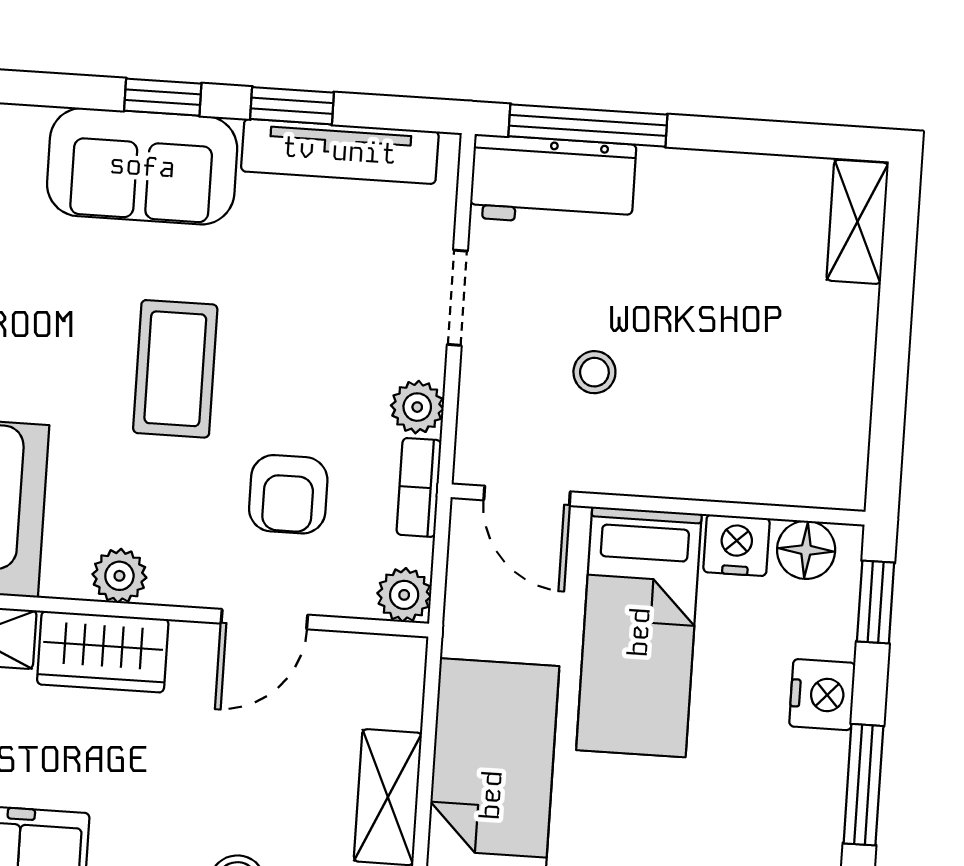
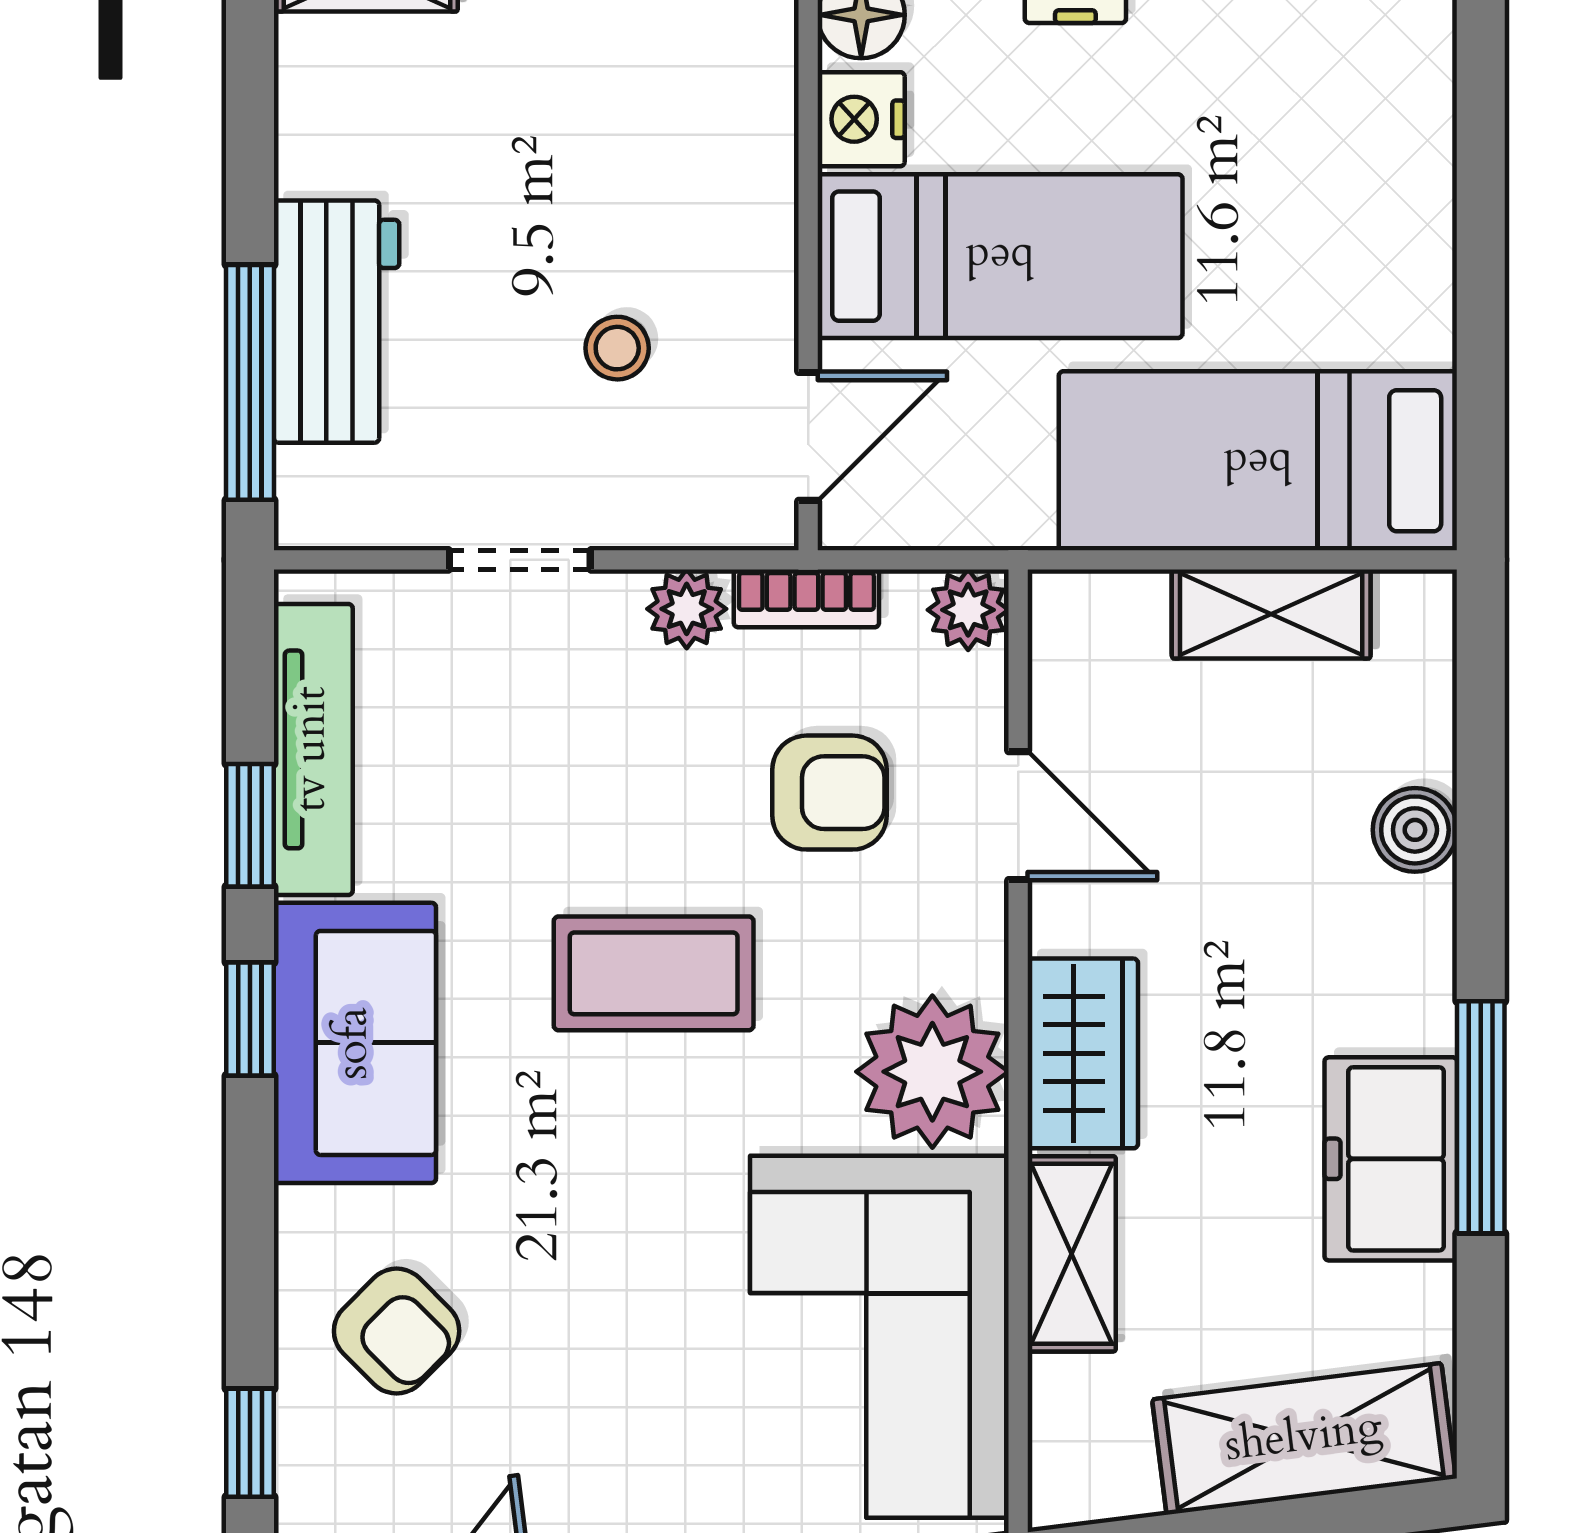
workbench: (553, 181) -> (336, 322), moved
plant: (119, 576) -> (932, 1072), width x1.88, depth x1.88

